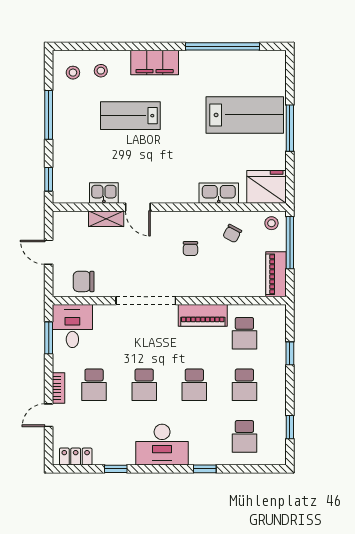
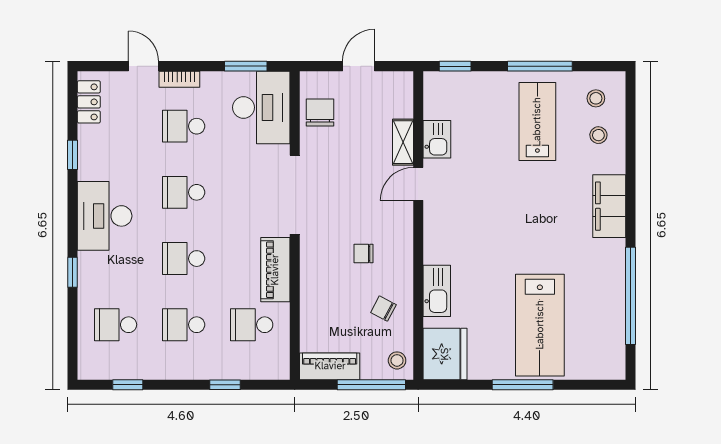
lab bench: (130, 116) -> (537, 122), moved
desk: (72, 326) -> (261, 107), width x1.37

